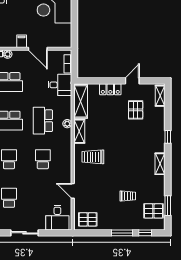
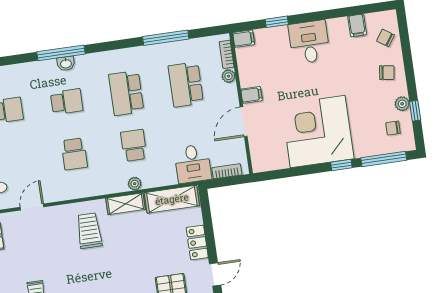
door: (132, 81) -> (215, 274), hinge flipped
school desk: (43, 121) -> (134, 145), width x0.54
school desk: (43, 159) -> (74, 154), turned 90

